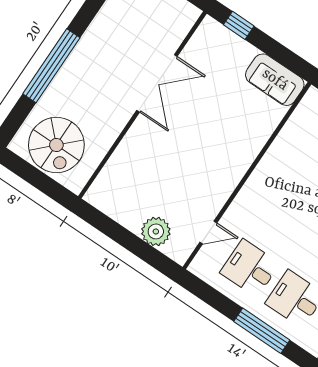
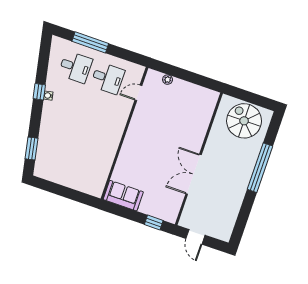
plant: (156, 231) -> (168, 80), width x0.53, depth x0.53

